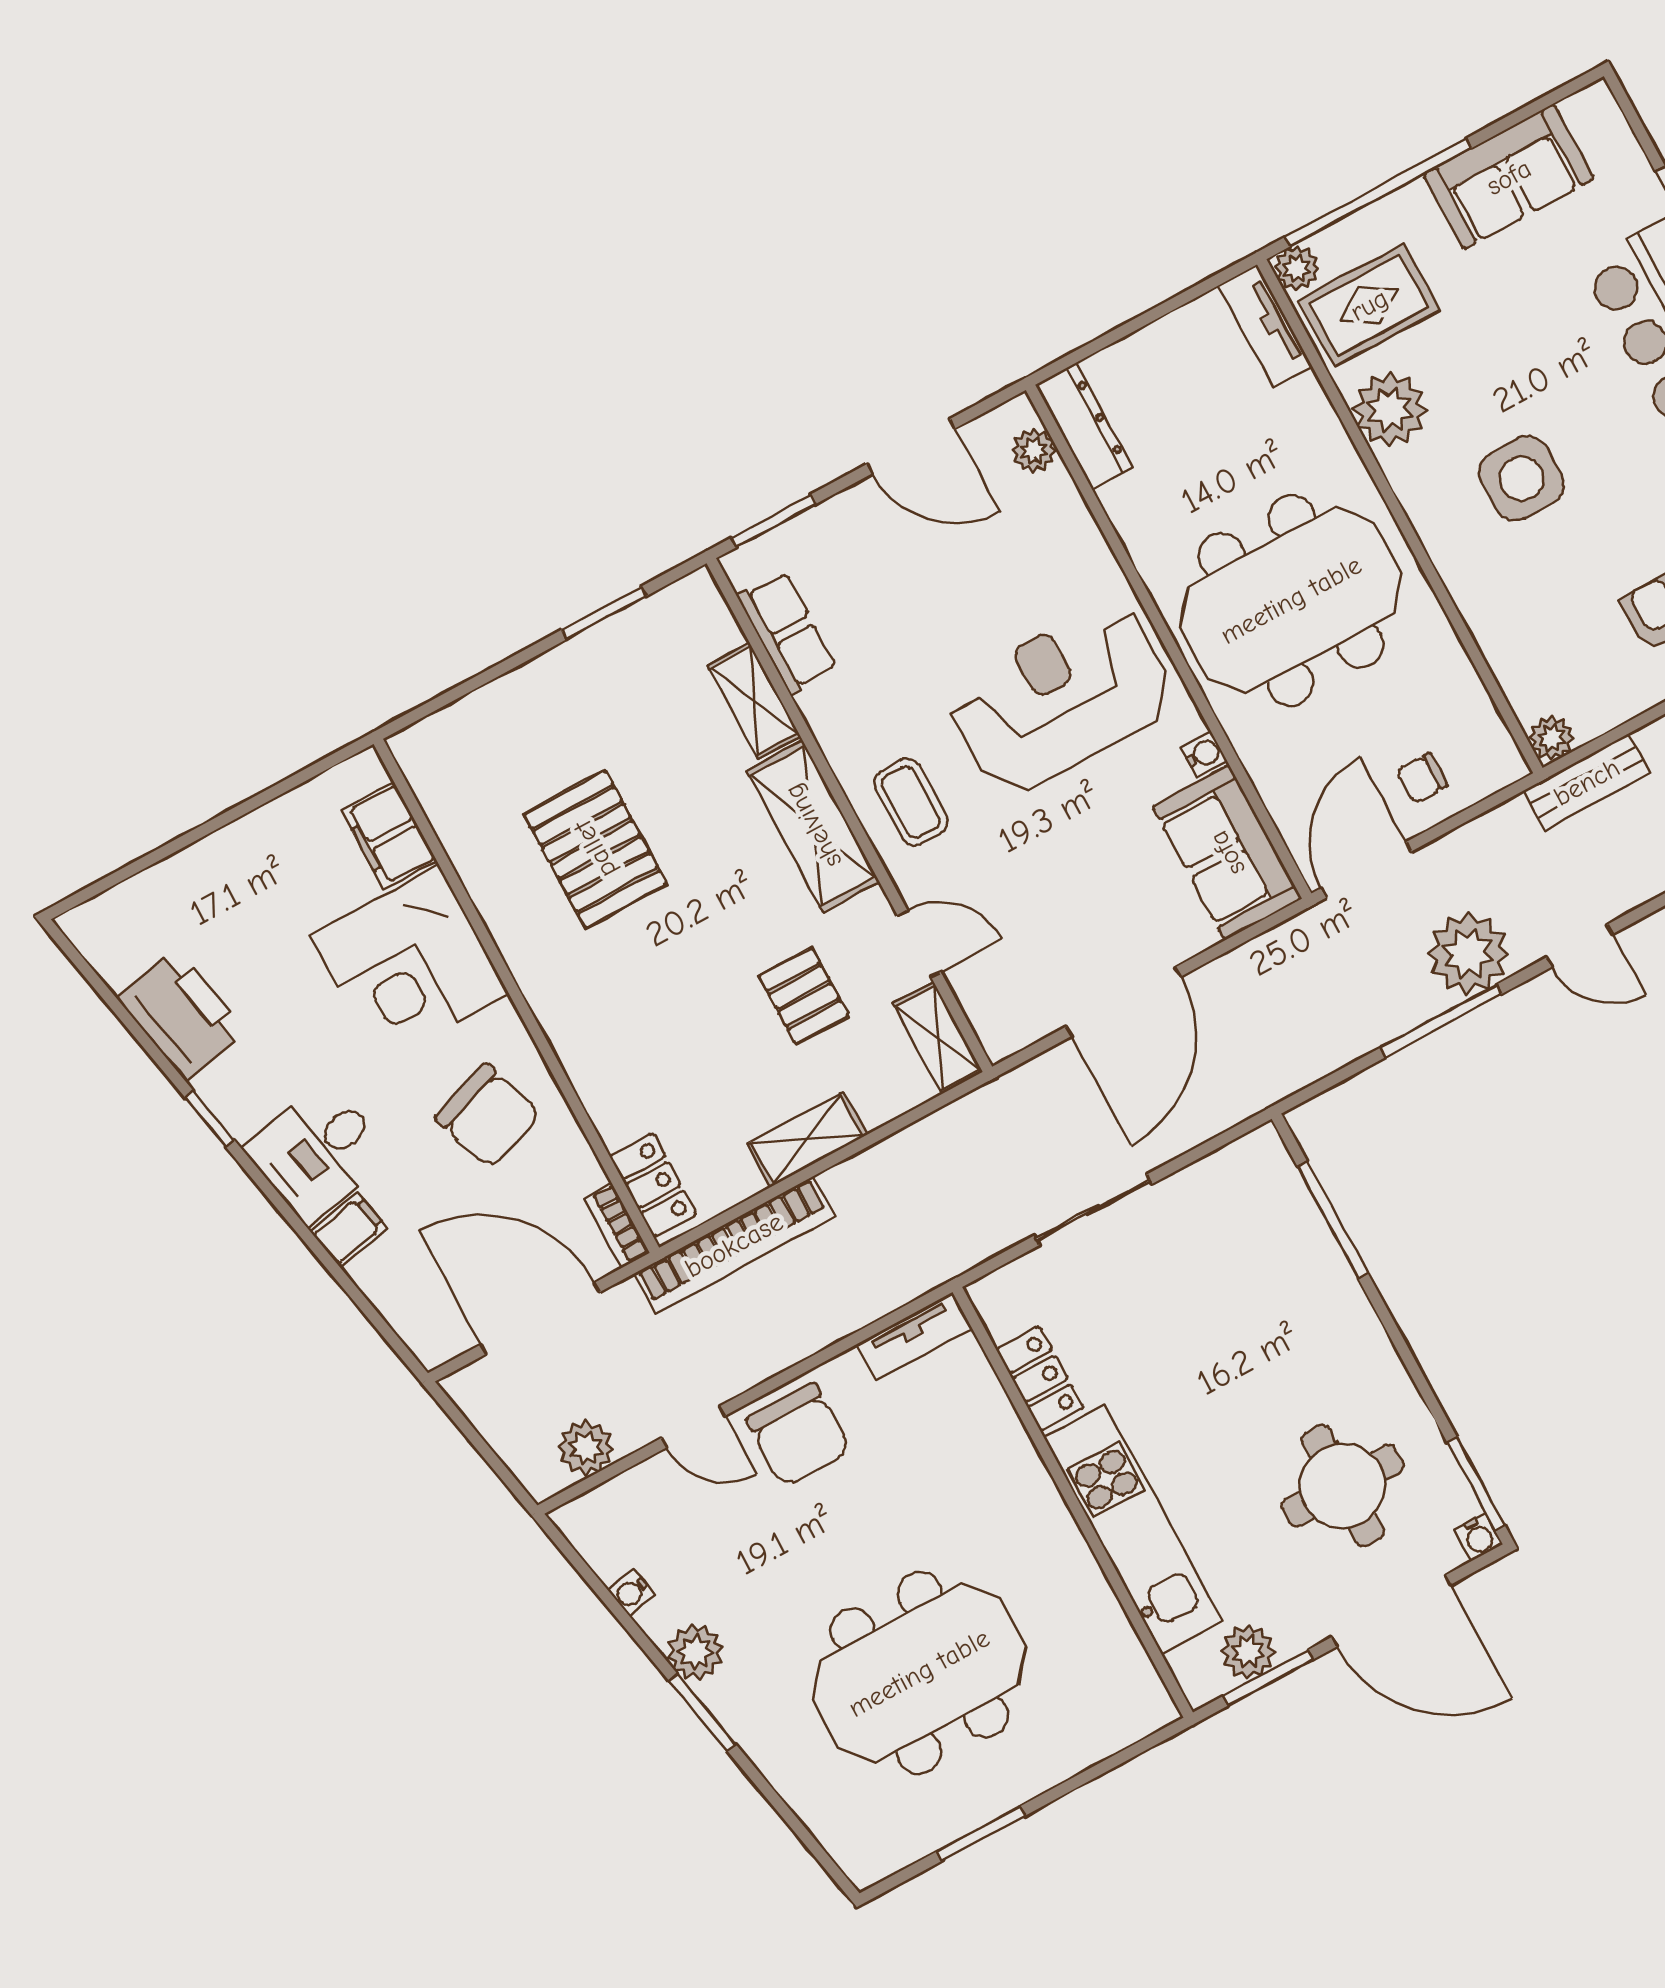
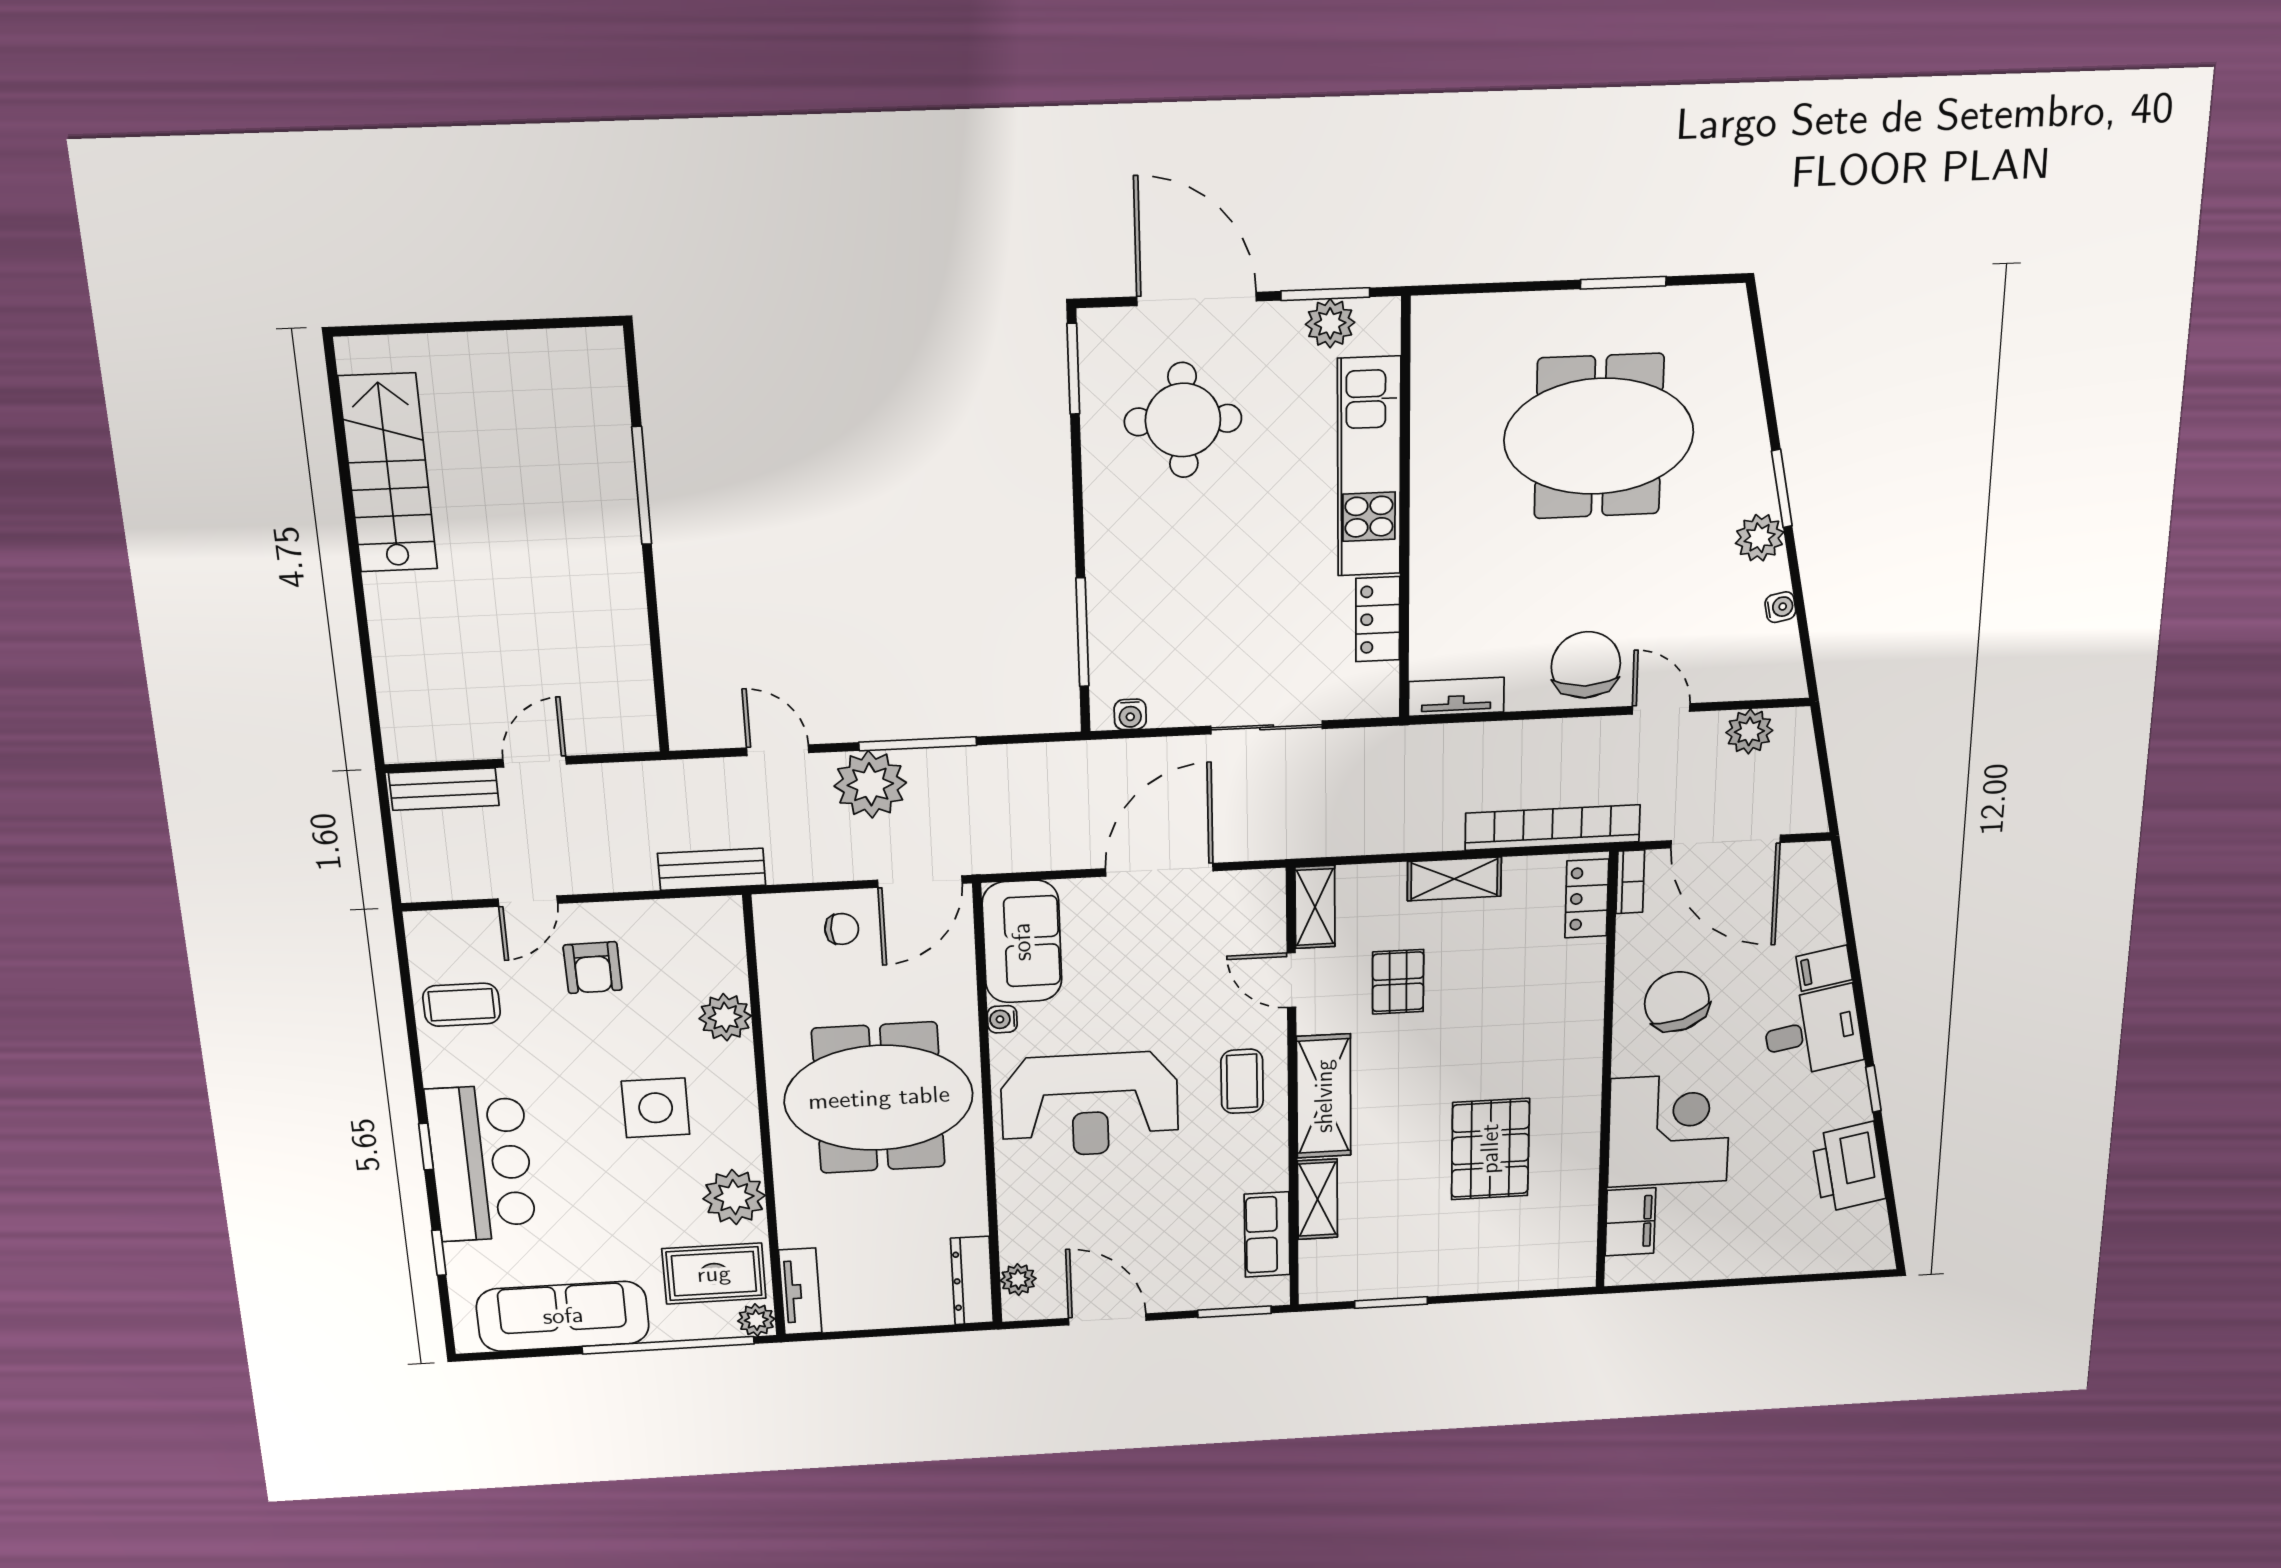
sofa: (1509, 177) -> (563, 1316), width x1.36
plant: (1551, 738) -> (725, 1017), moved, width x1.38, depth x1.38
water cooler: (1478, 1537) -> (1130, 714), moved, turned 180

